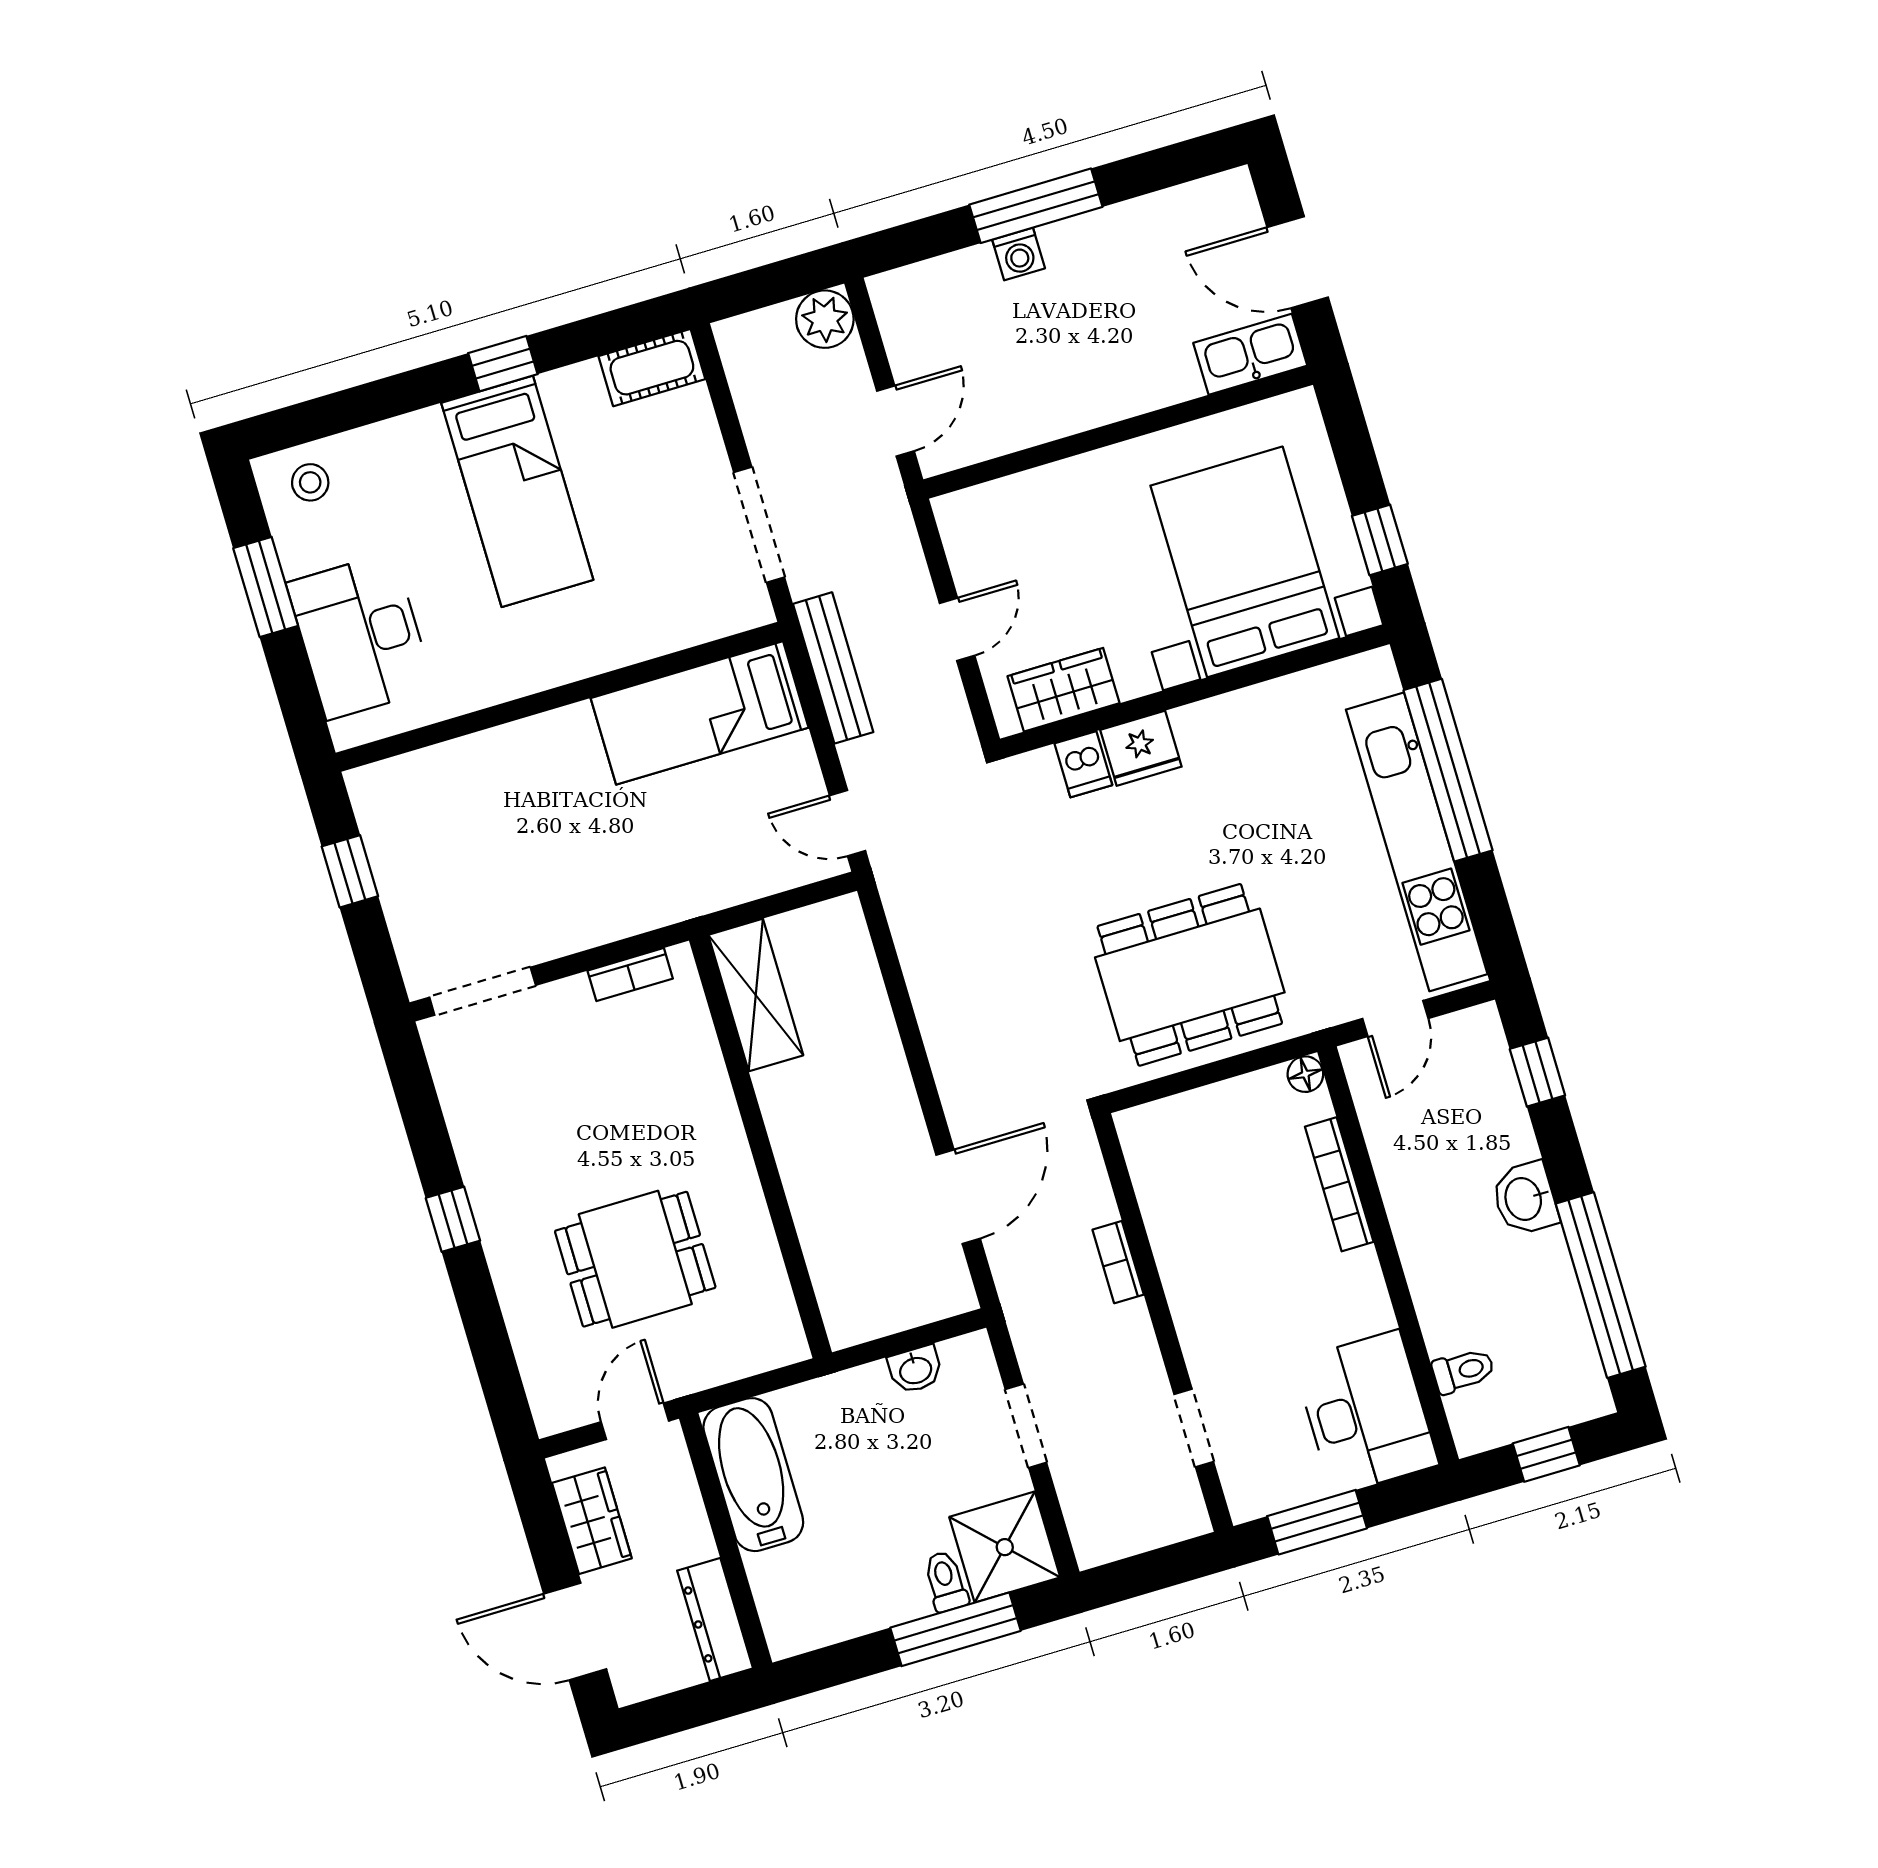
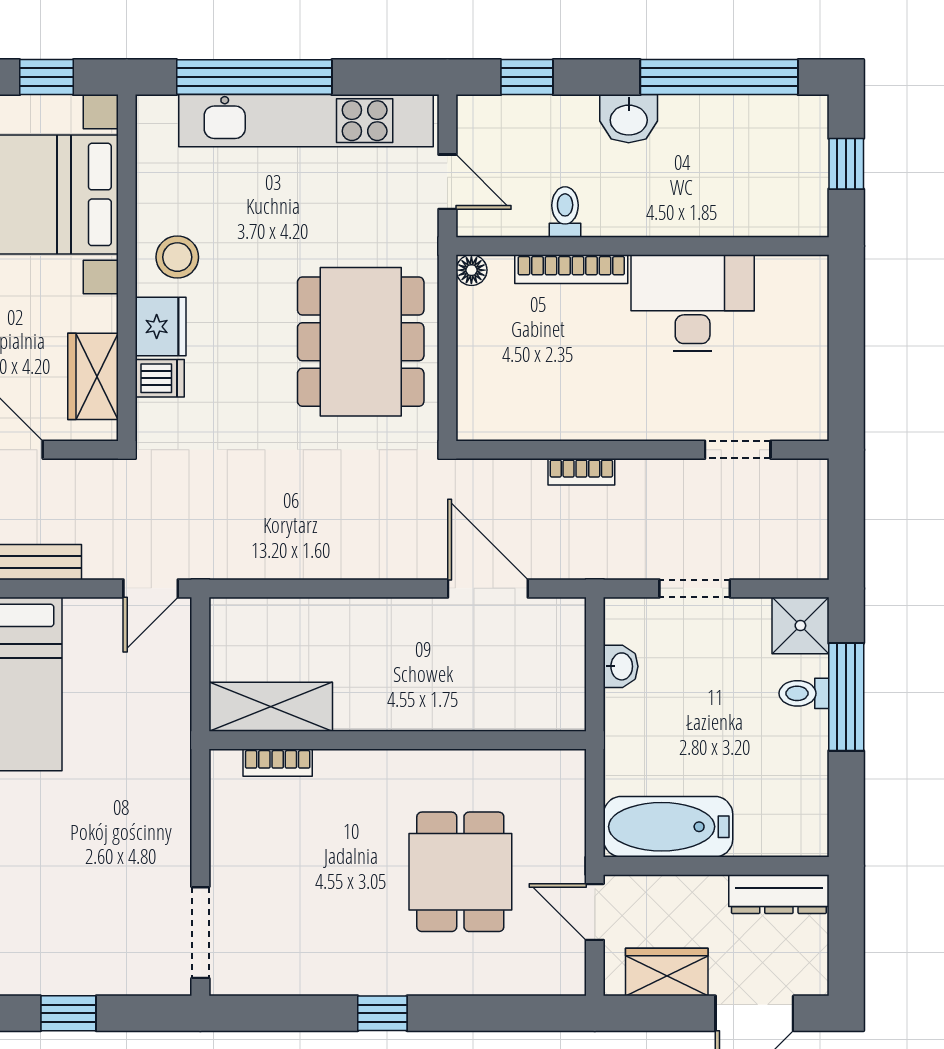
stool: (1223, 744) -> (177, 257), added
bookcase: (630, 975) -> (278, 763), moved, turned 90
toilet: (1463, 1371) -> (565, 212), moved
desk: (1366, 1413) -> (693, 303), moved
window: (1317, 1522) -> (846, 371), removed
shower: (1005, 1547) -> (800, 626), width x0.73, depth x0.73

